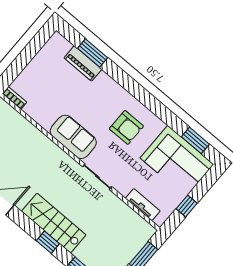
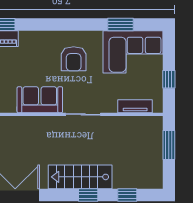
armchair: (126, 127) -> (74, 59), turned 90
window: (195, 140) -> (120, 25), moved

